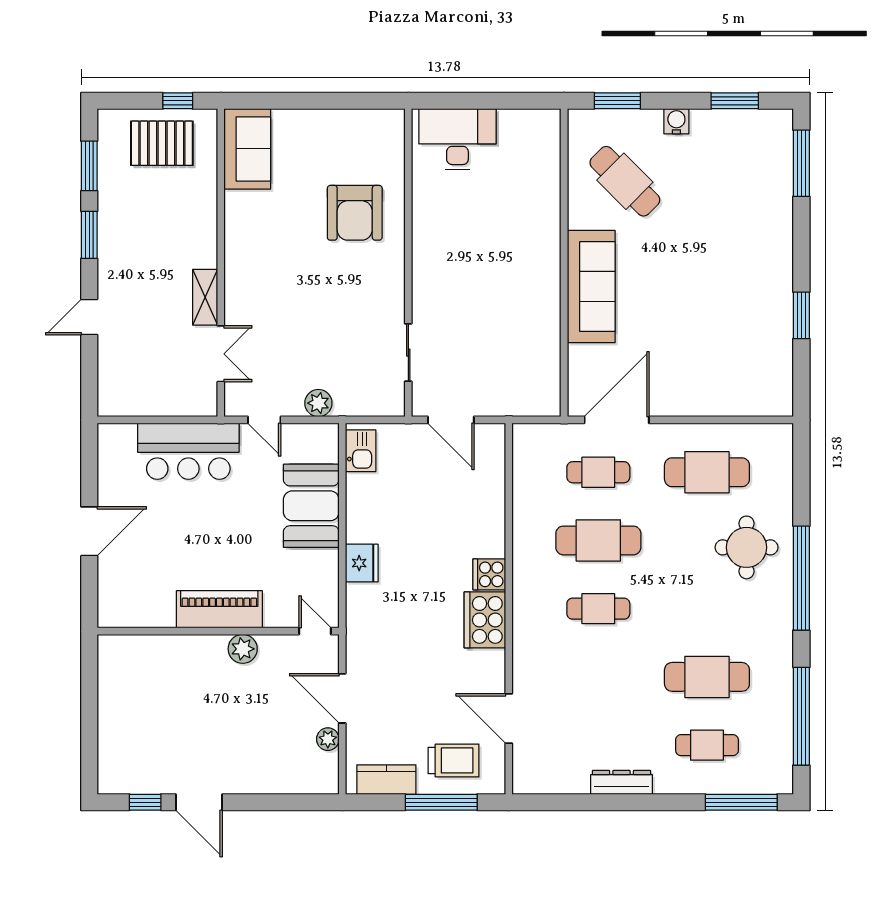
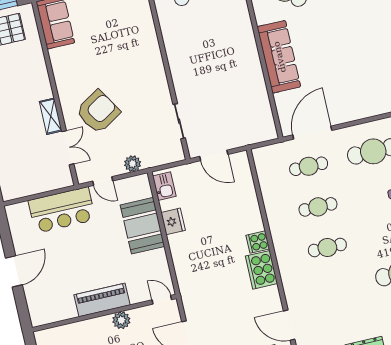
armchair: (355, 213) -> (98, 112), moved, turned -122
cafe table: (598, 540) -> (318, 207), width x0.73, depth x0.74
fridge: (362, 563) -> (173, 221), moved

